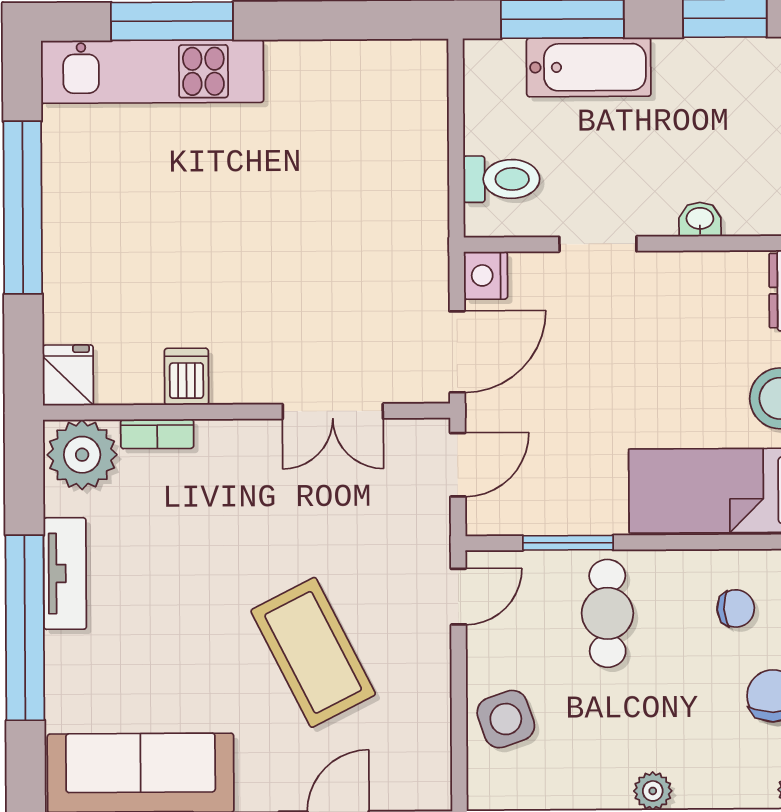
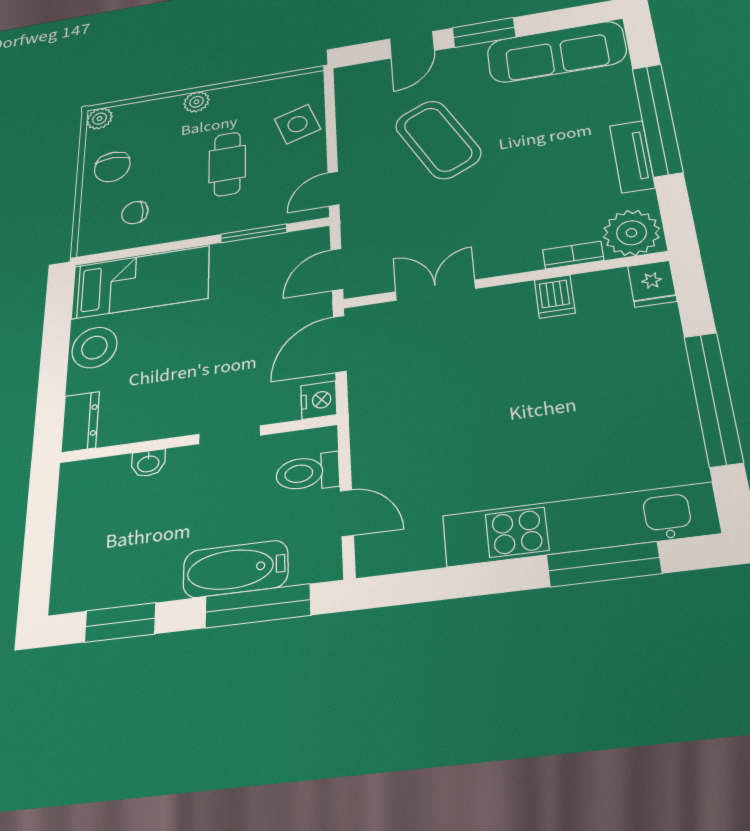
kitchen unit: (152, 72) -> (579, 525), width x1.36
door: (456, 120) -> (347, 513), added
cafe table: (607, 613) -> (227, 164), moved

